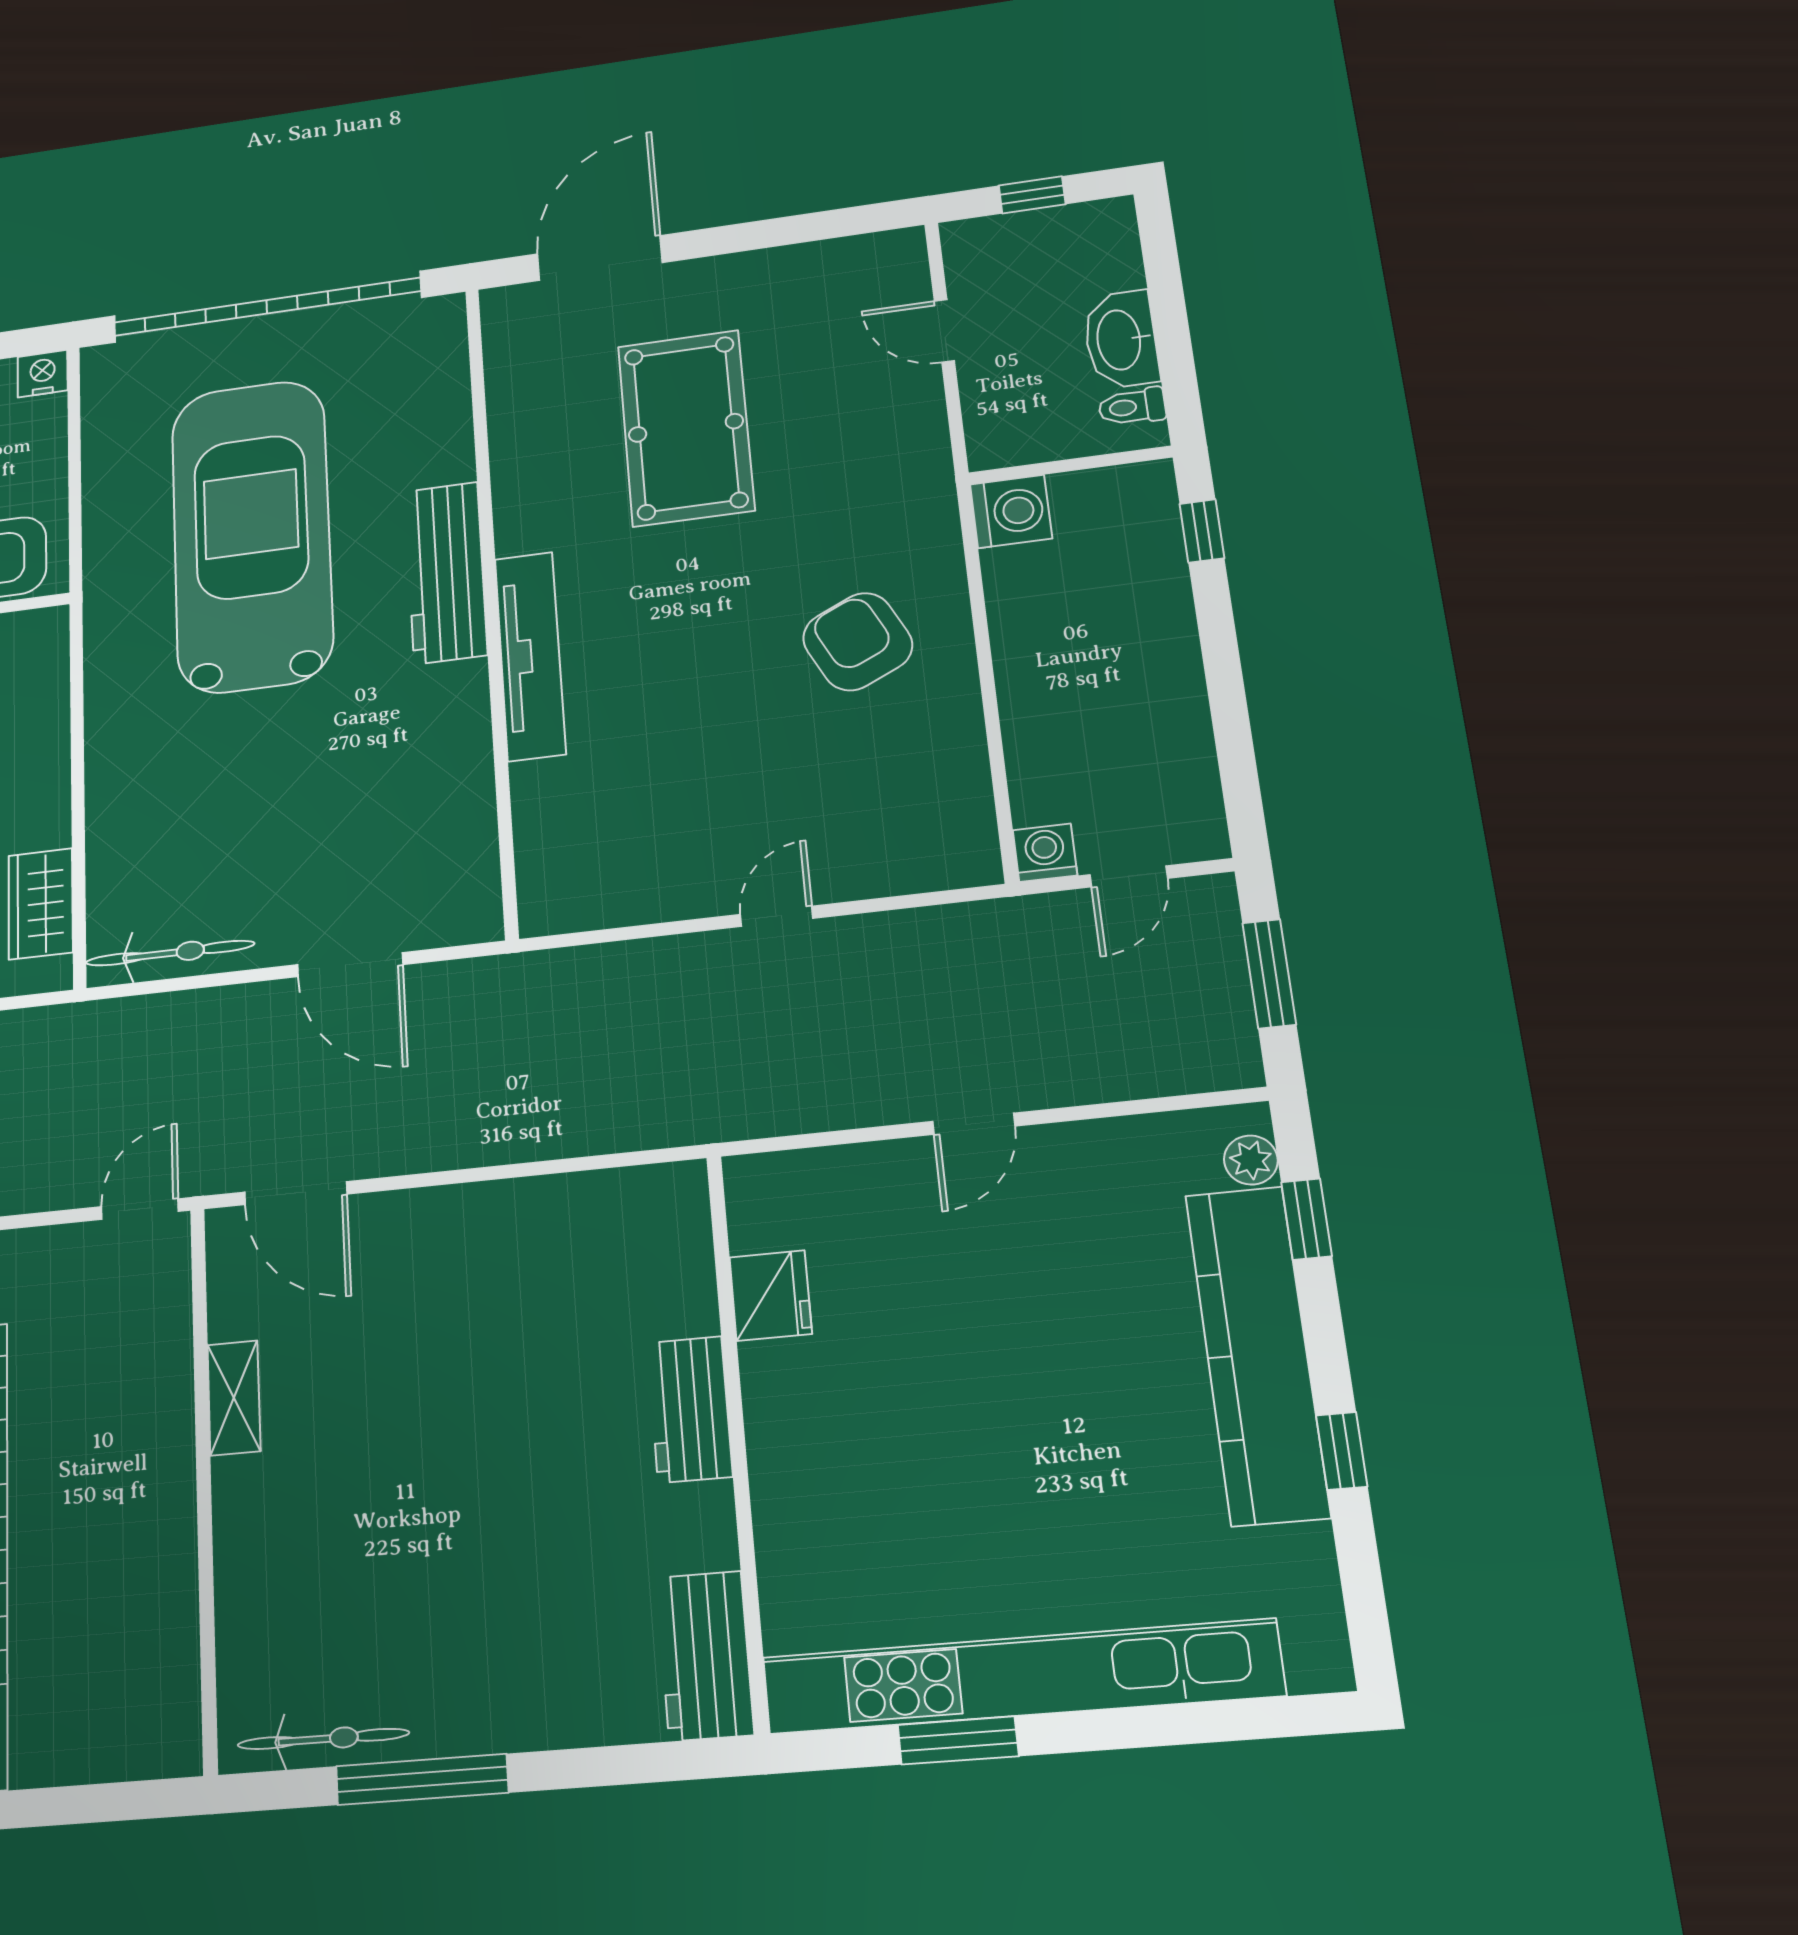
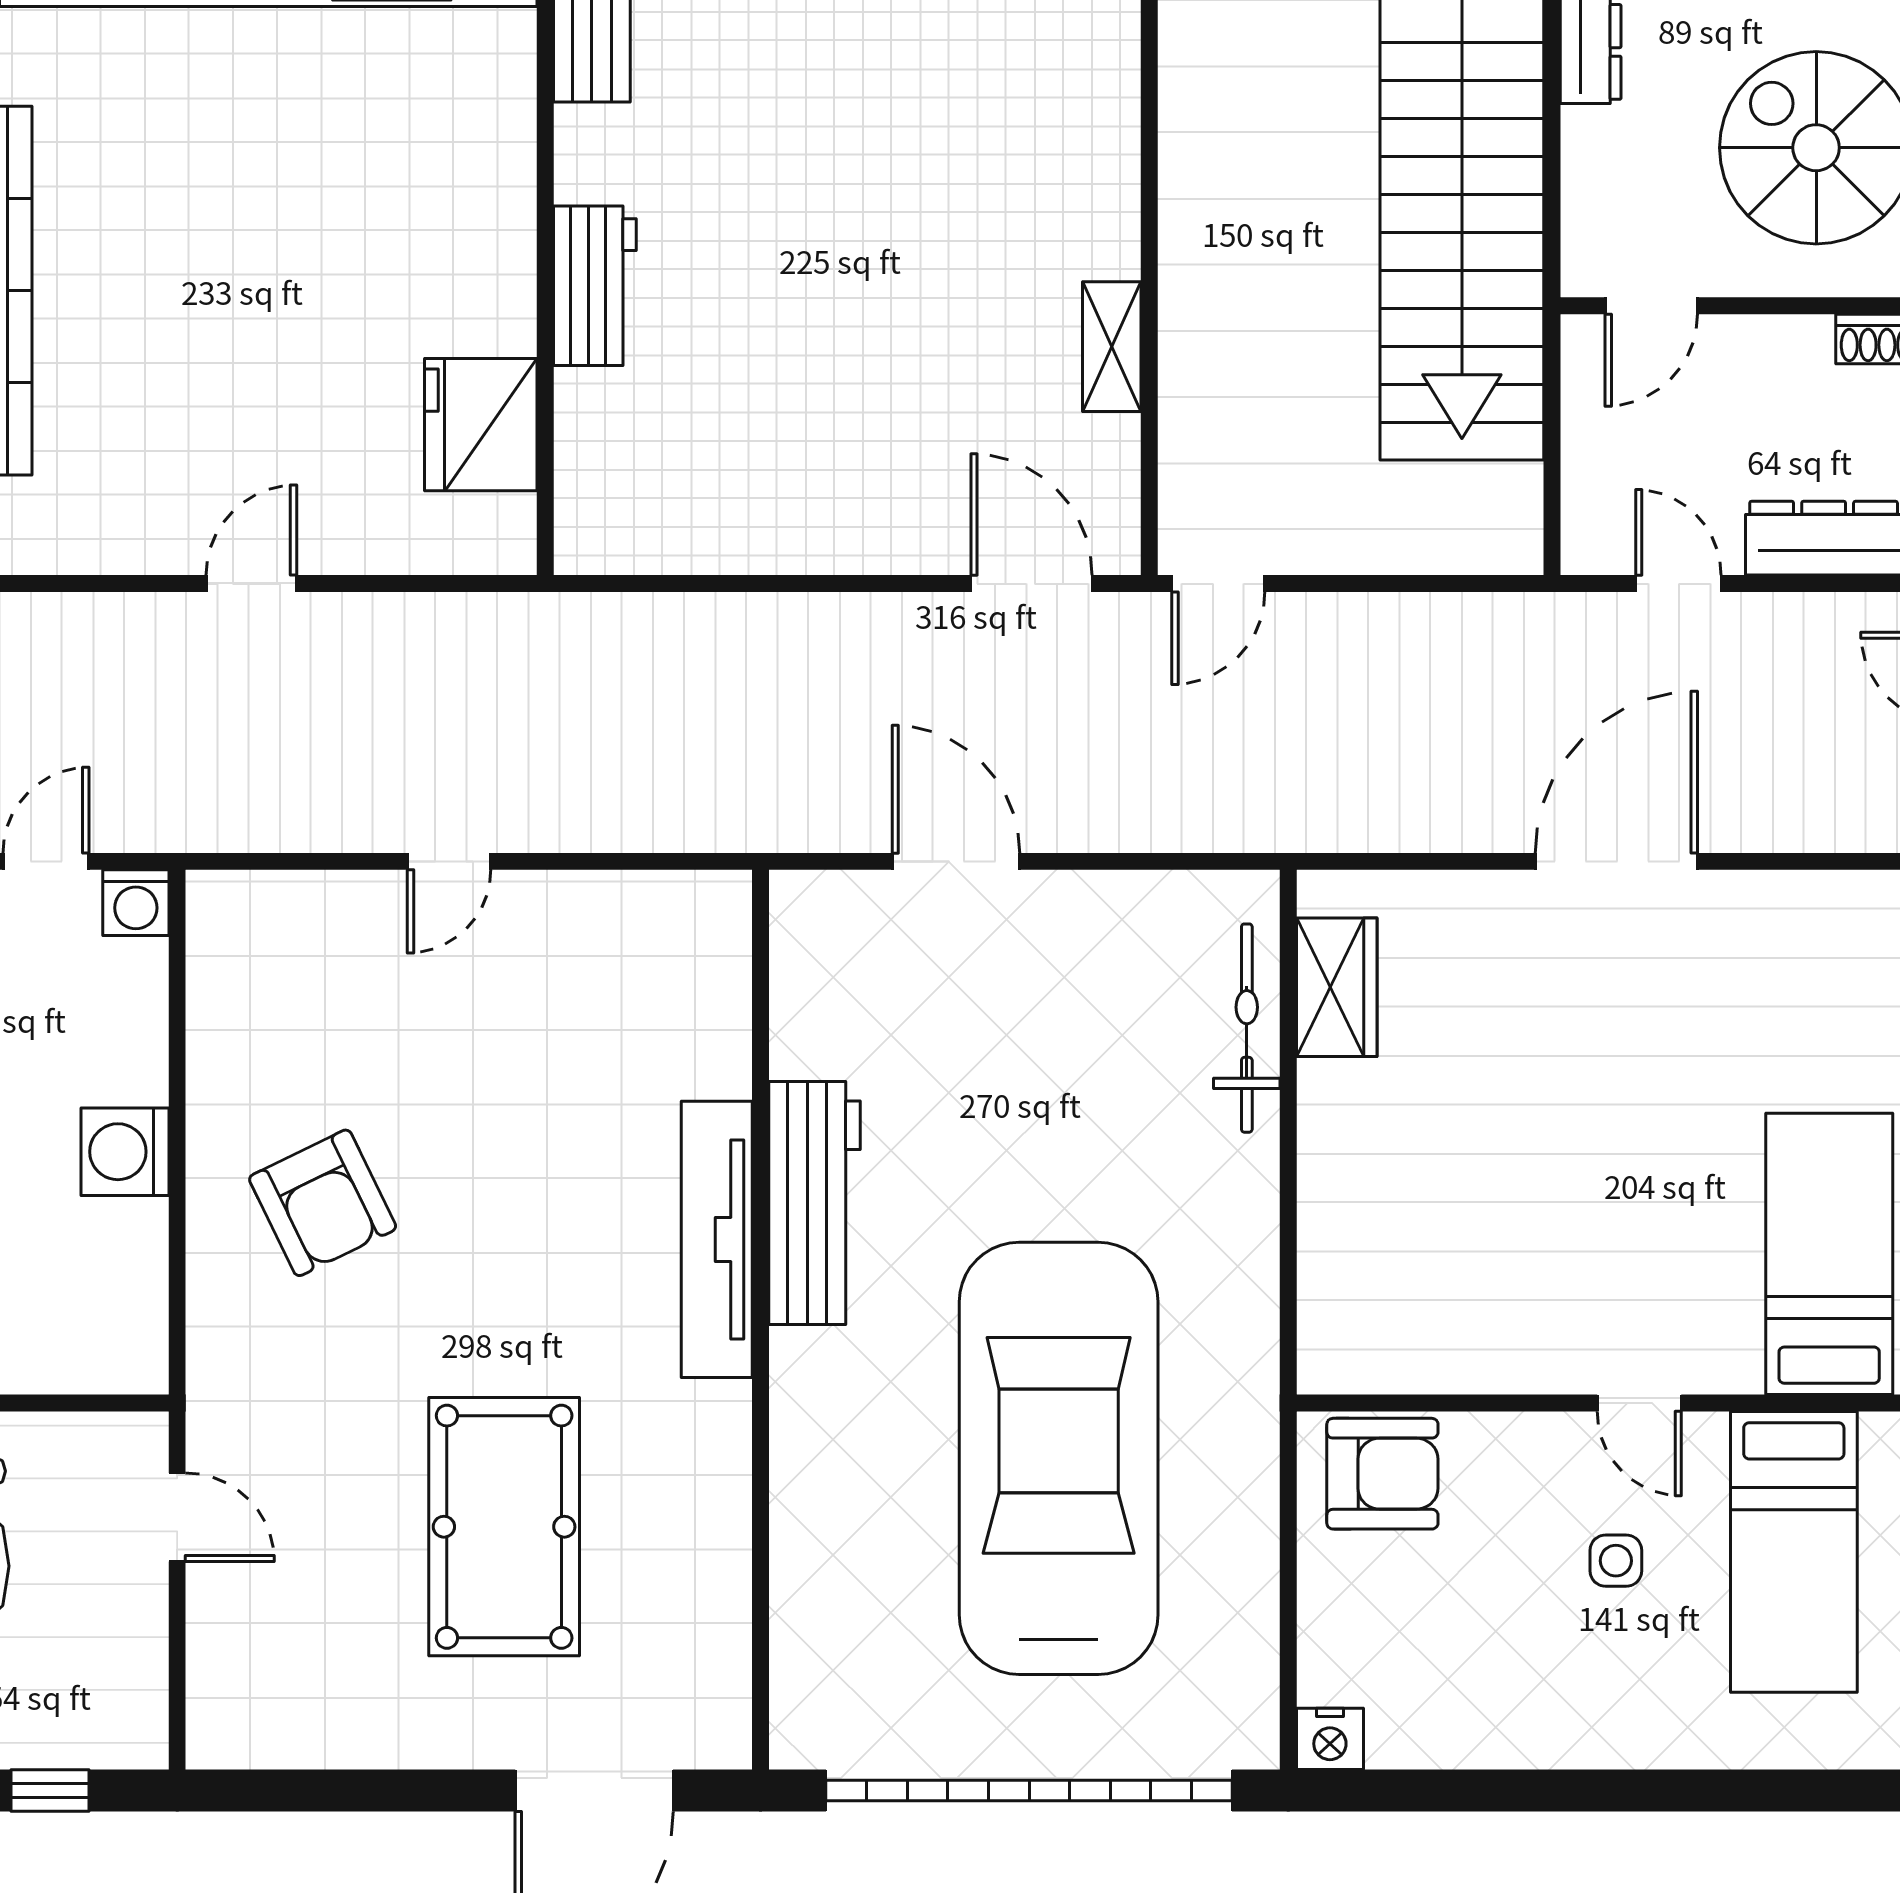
door: (944, 331) -> (177, 1517), moved
washing machine: (1011, 511) -> (125, 1152), moved
car: (252, 535) -> (1059, 1458), turned 180
workbench: (446, 572) -> (814, 1203), moved
bicycle: (170, 953) -> (1247, 1028), moved, turned 90
fridge: (771, 1295) -> (481, 425), width x1.36, depth x1.34

